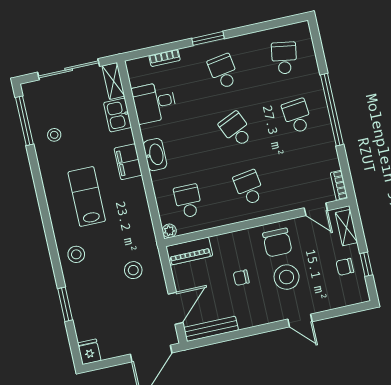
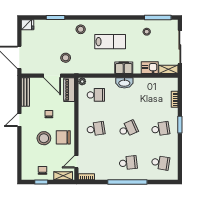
desk: (154, 102) -> (152, 89), removed
door: (176, 308) -> (52, 76), moved
door: (300, 320) -> (19, 120), moved

